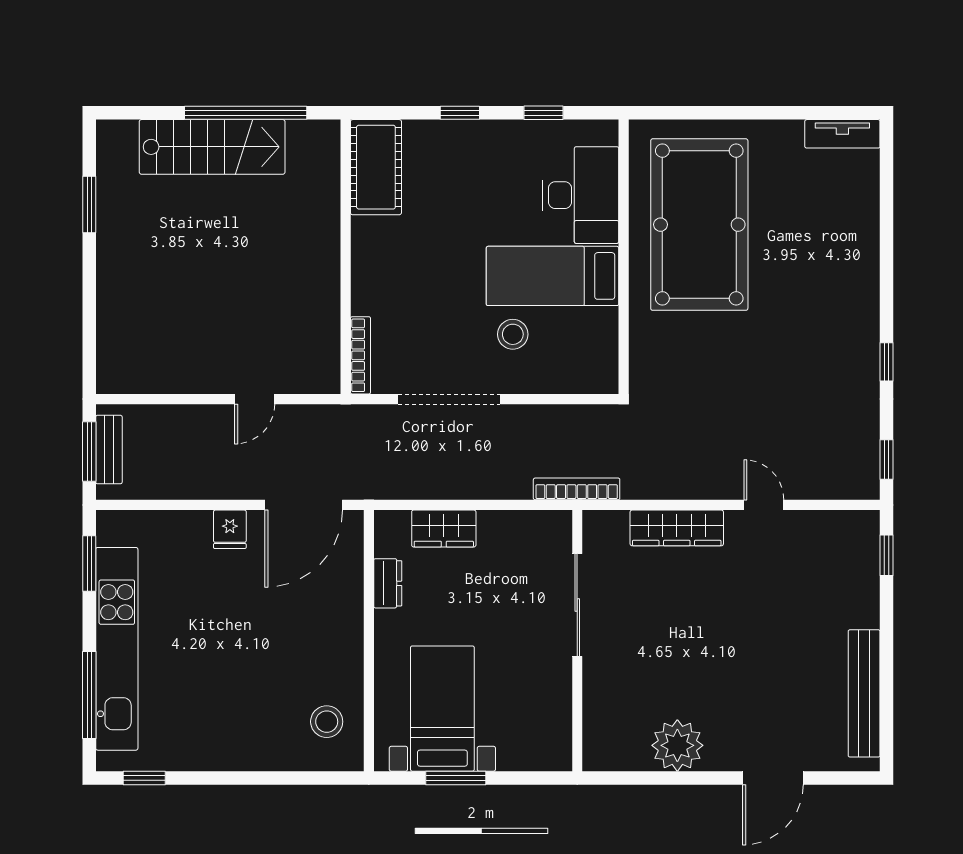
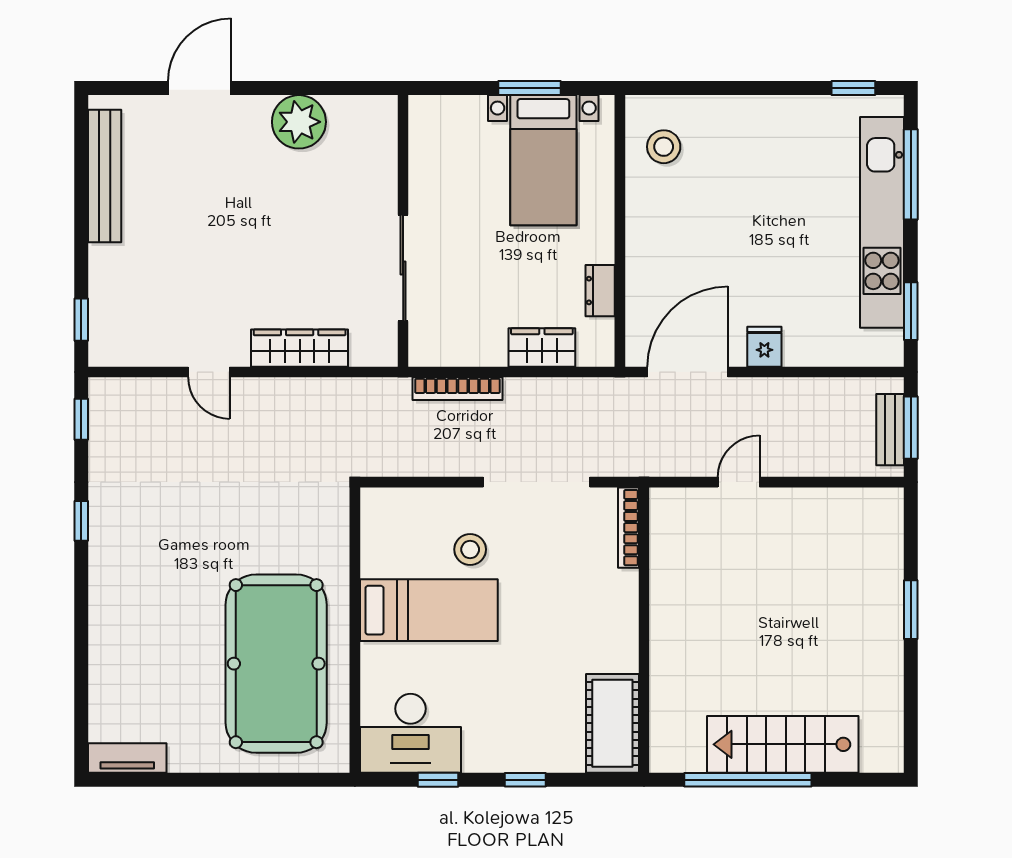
desk: (581, 195) -> (410, 733), moved, turned -90
window: (89, 204) -> (911, 610), moved
bookcase: (577, 489) -> (457, 389), moved

